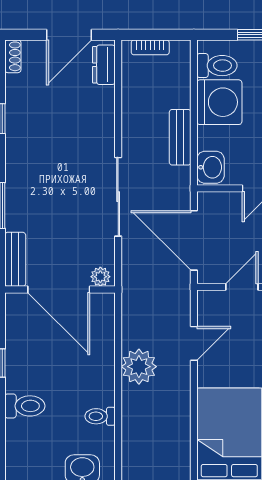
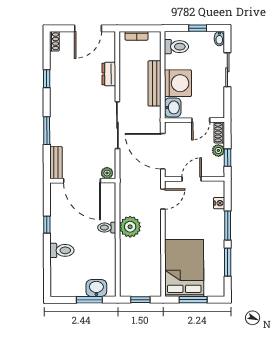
dresser: (104, 65) -> (109, 74), moved
washing machine: (219, 102) -> (178, 83), moved
bench: (180, 137) -> (155, 83), width x1.36
door: (194, 343) -> (163, 199), moved
toilet: (100, 416) -> (107, 228), moved

